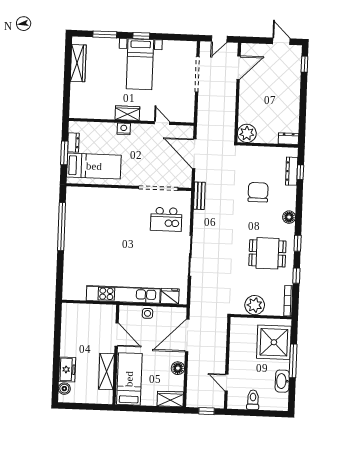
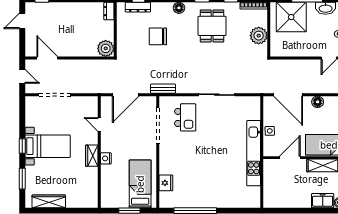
door: (162, 123) -> (99, 125), hinge flipped
dresser: (73, 143) -> (120, 203), removed
fridge: (170, 296) -> (166, 183), moved, turned 180

